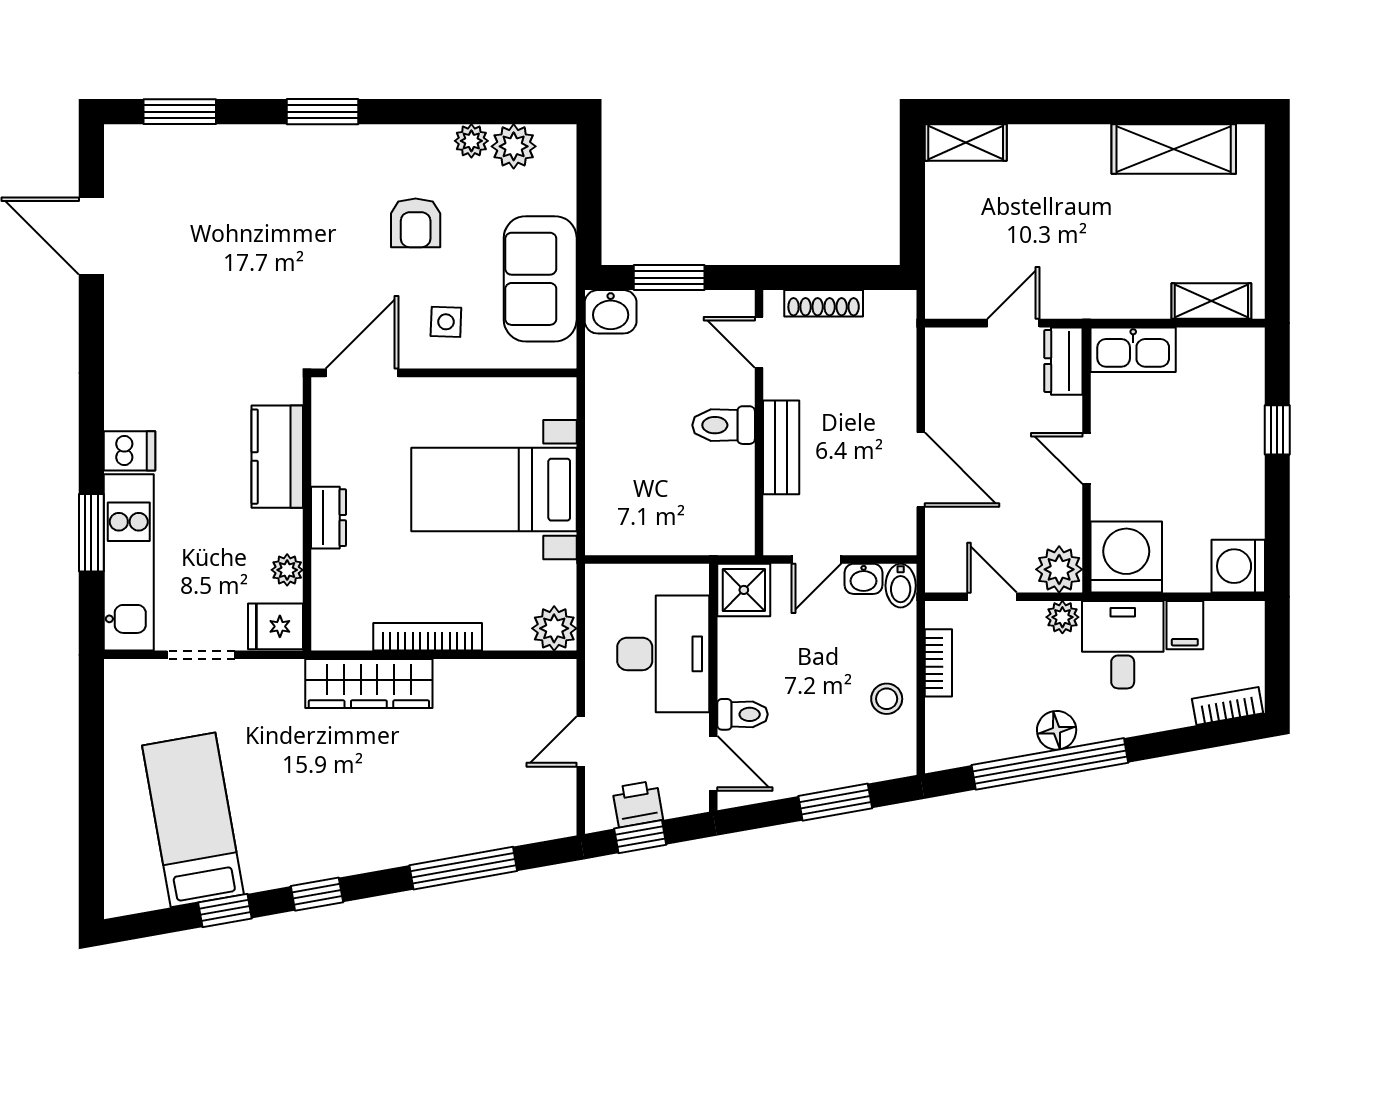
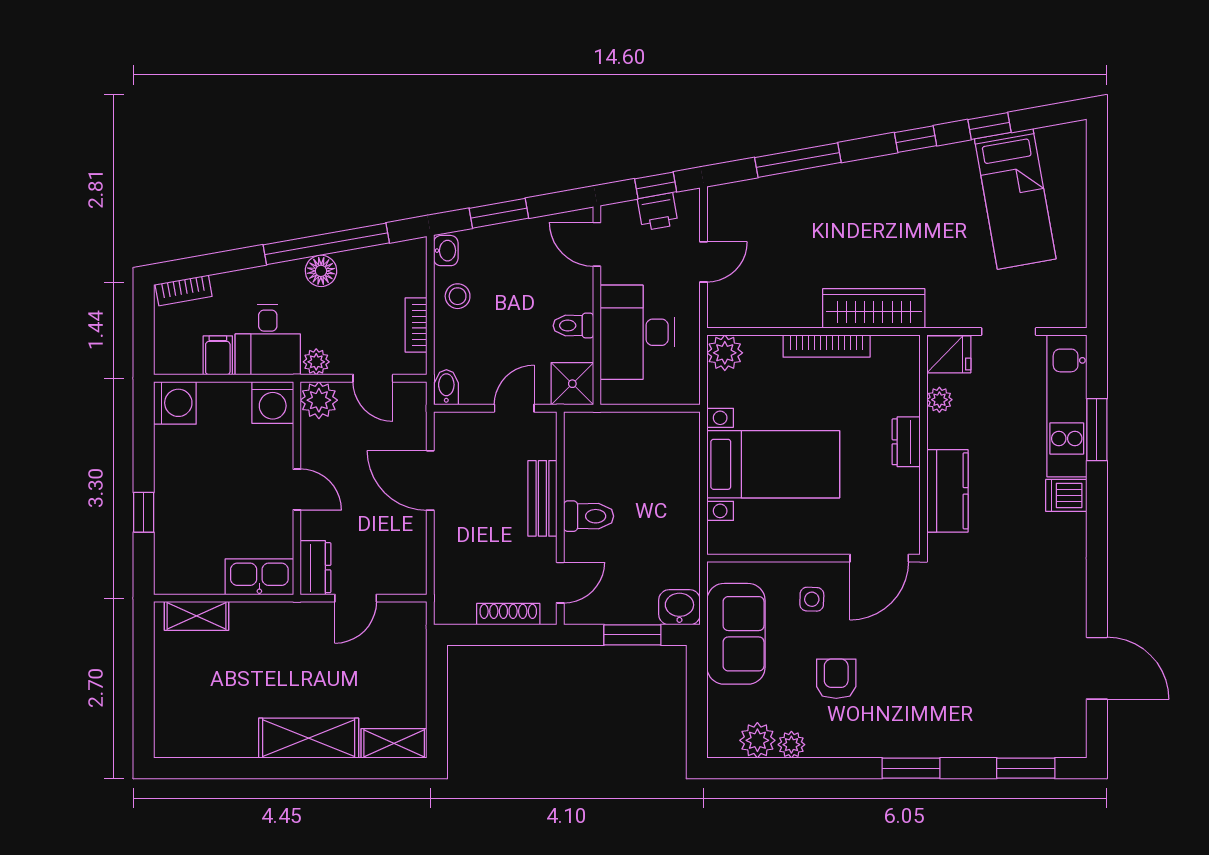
shelving: (1174, 149) -> (309, 738), moved
door: (759, 342) -> (560, 583), hinge flipped
washing machine: (1126, 557) -> (273, 402), width x0.73, depth x0.73
washbasin: (864, 579) -> (446, 251), moved, turned 90
toilet: (743, 714) -> (573, 326), moved

